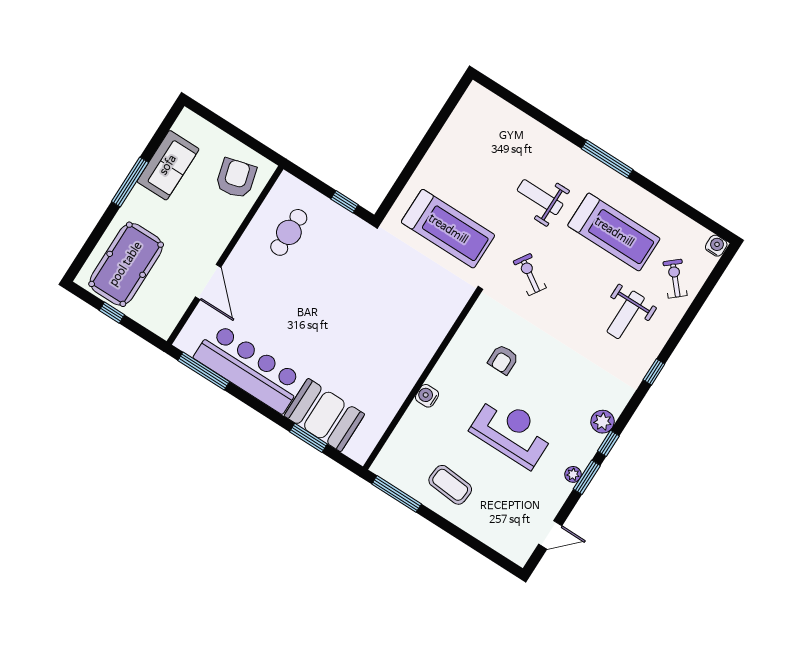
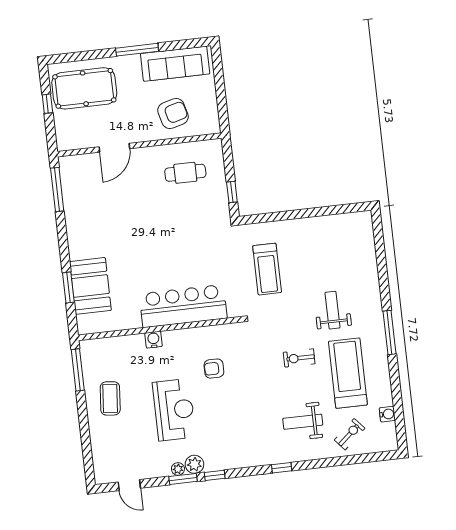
sofa: (168, 165) -> (175, 64), width x1.36
armchair: (236, 178) -> (173, 114), moved
treadmill: (448, 229) -> (267, 269), width x0.73, depth x0.73
treadmill: (614, 232) -> (348, 373), turned 180
water cooler: (716, 246) -> (387, 414), moved
exercise bike: (530, 275) -> (299, 358), moved, turned -123
bar counter: (249, 368) -> (183, 306), moved, turned -90
plant: (603, 422) -> (194, 464), moved

